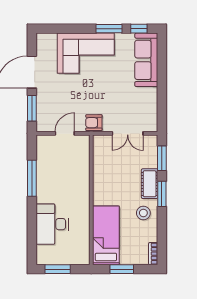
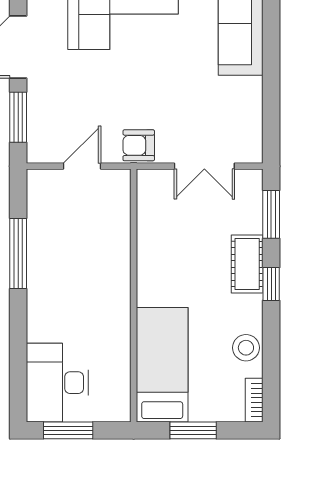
window: (162, 194) -> (271, 284), width x0.67
stool: (143, 213) -> (246, 348), moved
desk: (52, 224) -> (57, 383), moved

